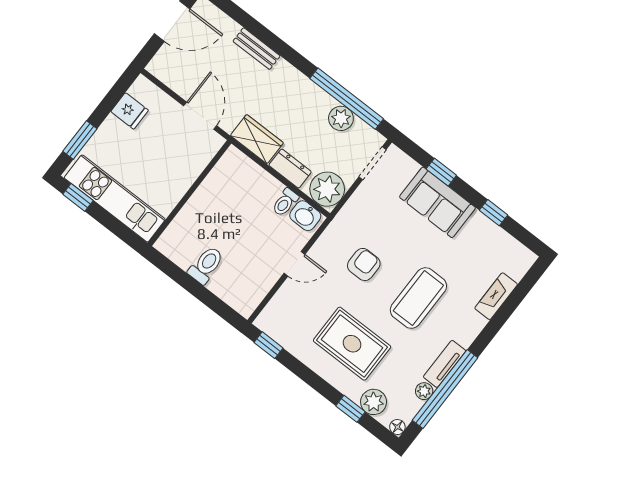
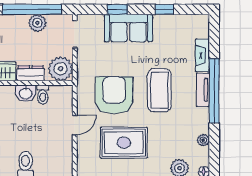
washbasin: (305, 216) -> (26, 93), moved
armchair: (364, 264) -> (114, 95), width x1.88, depth x1.88
rug: (352, 344) -> (124, 143), moved
tv unit: (445, 364) -> (203, 90), moved
window: (445, 389) -> (214, 91), moved

